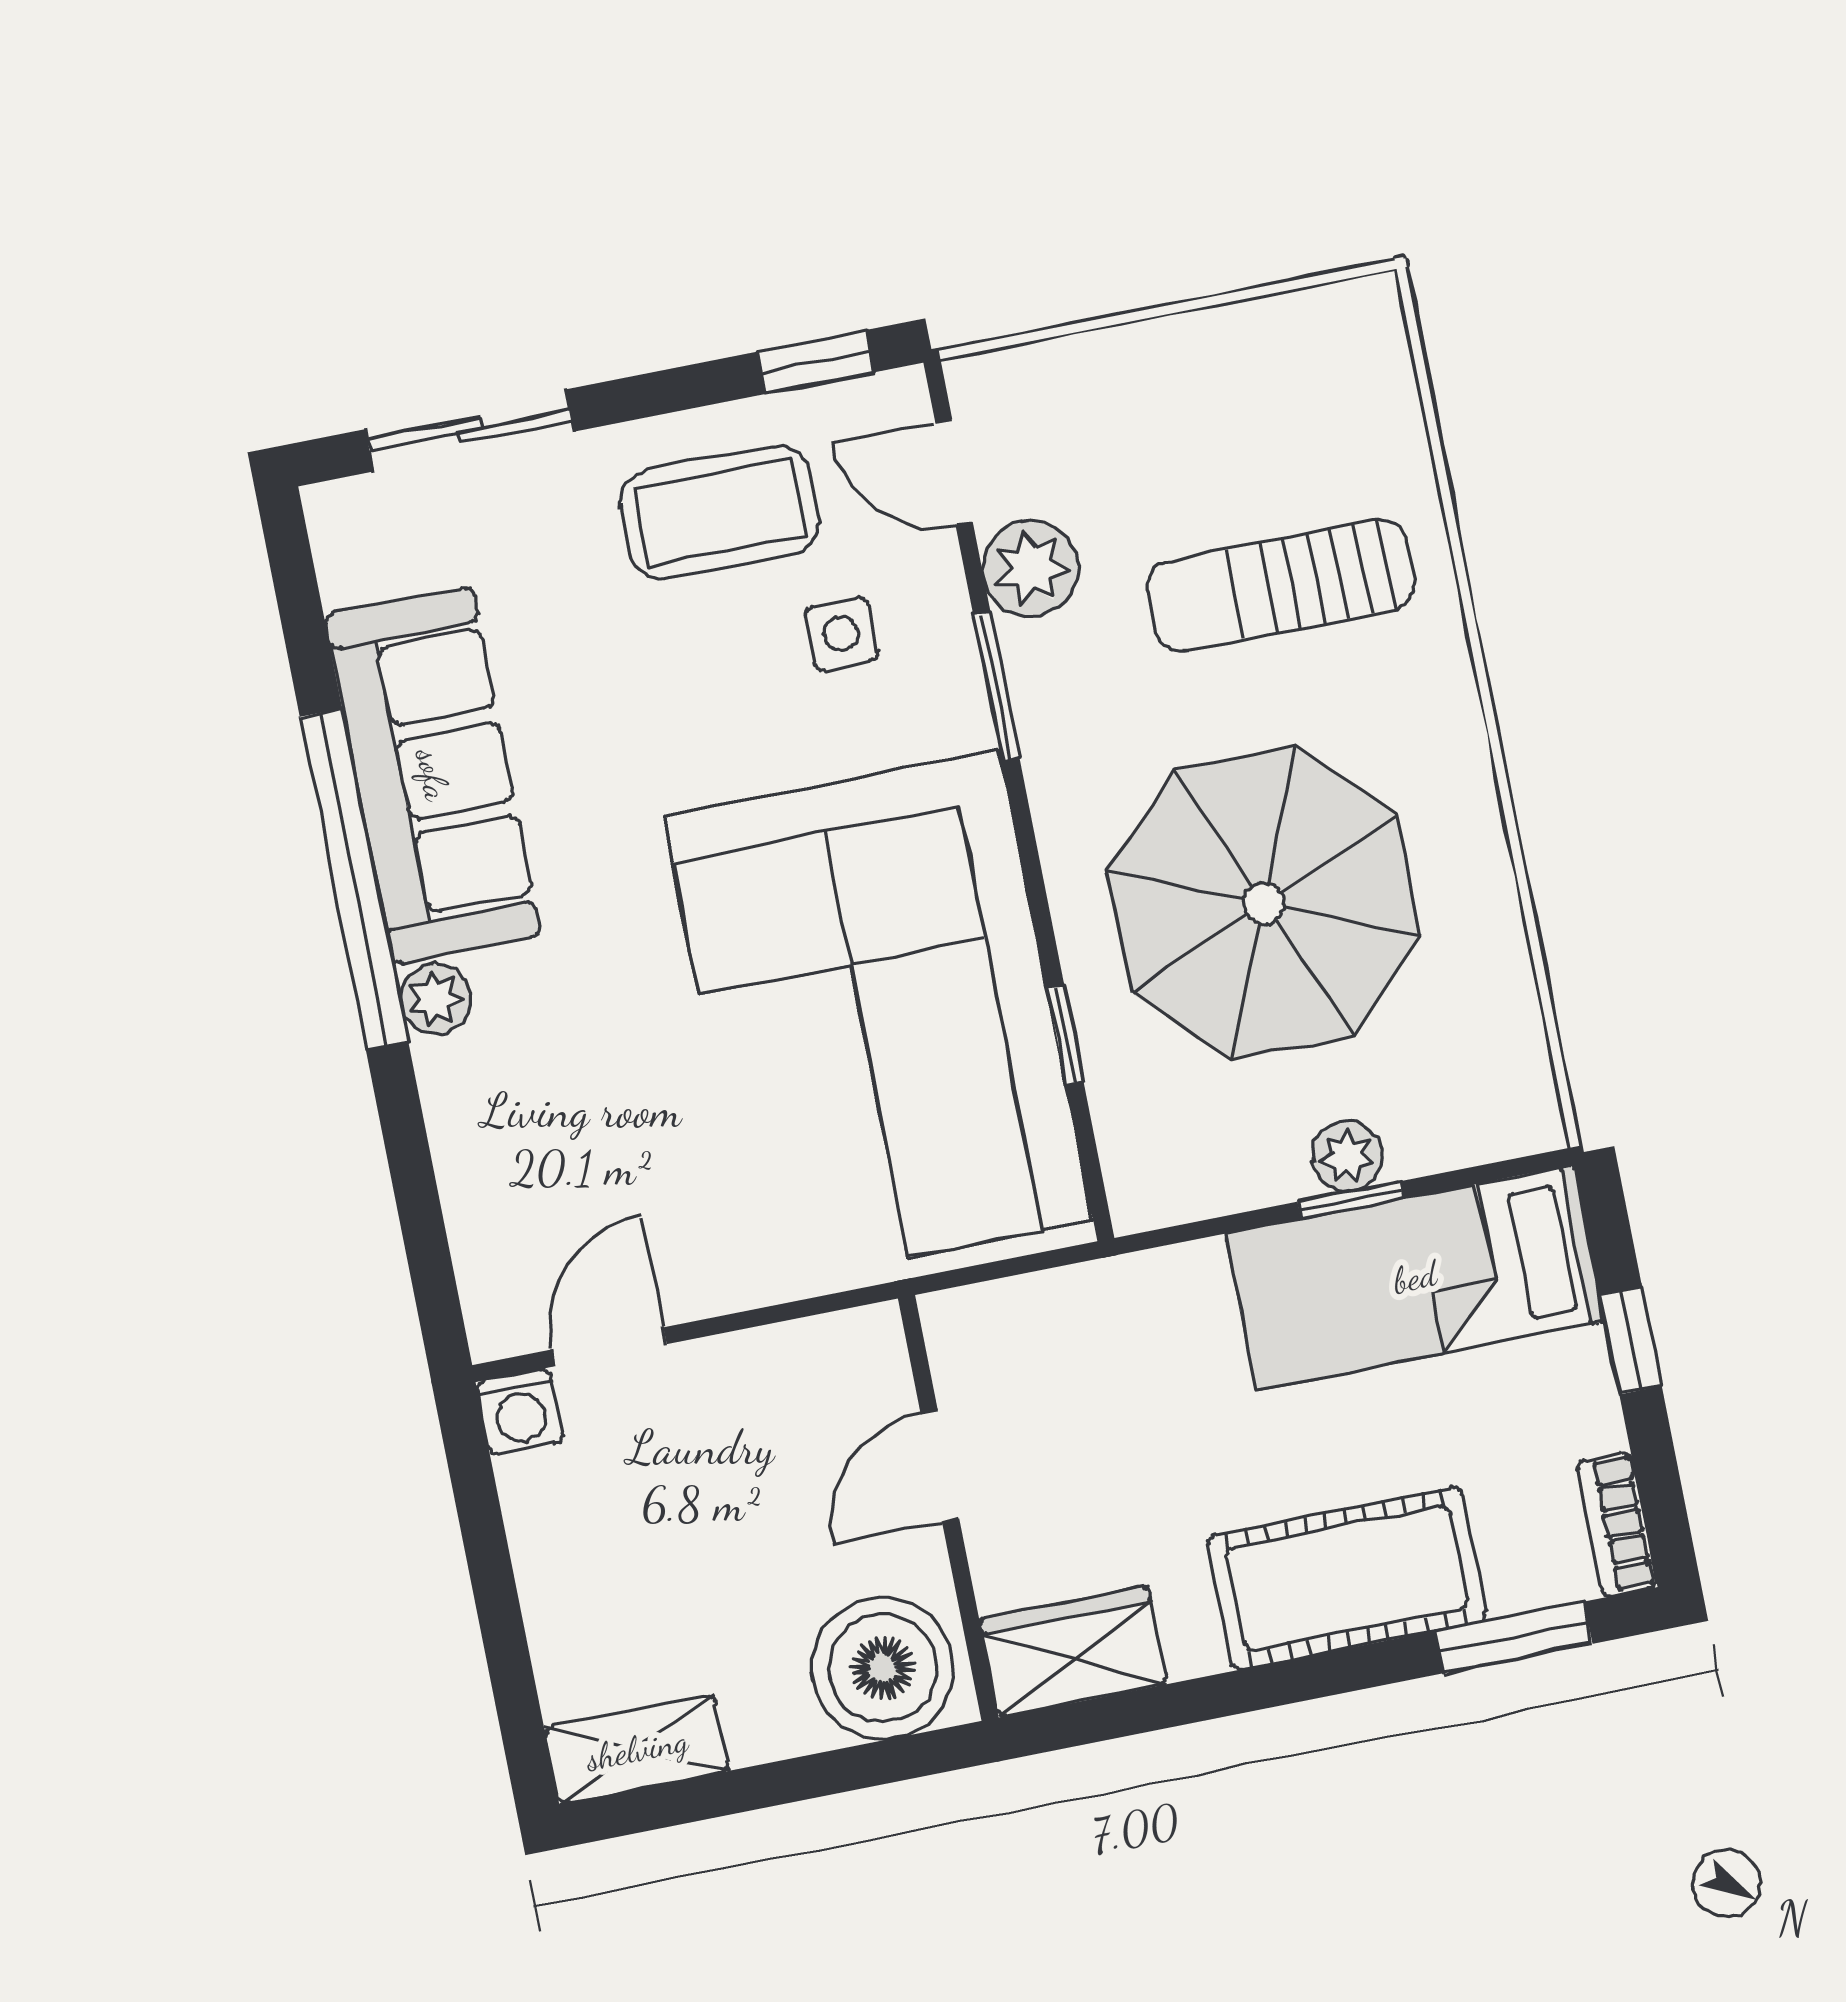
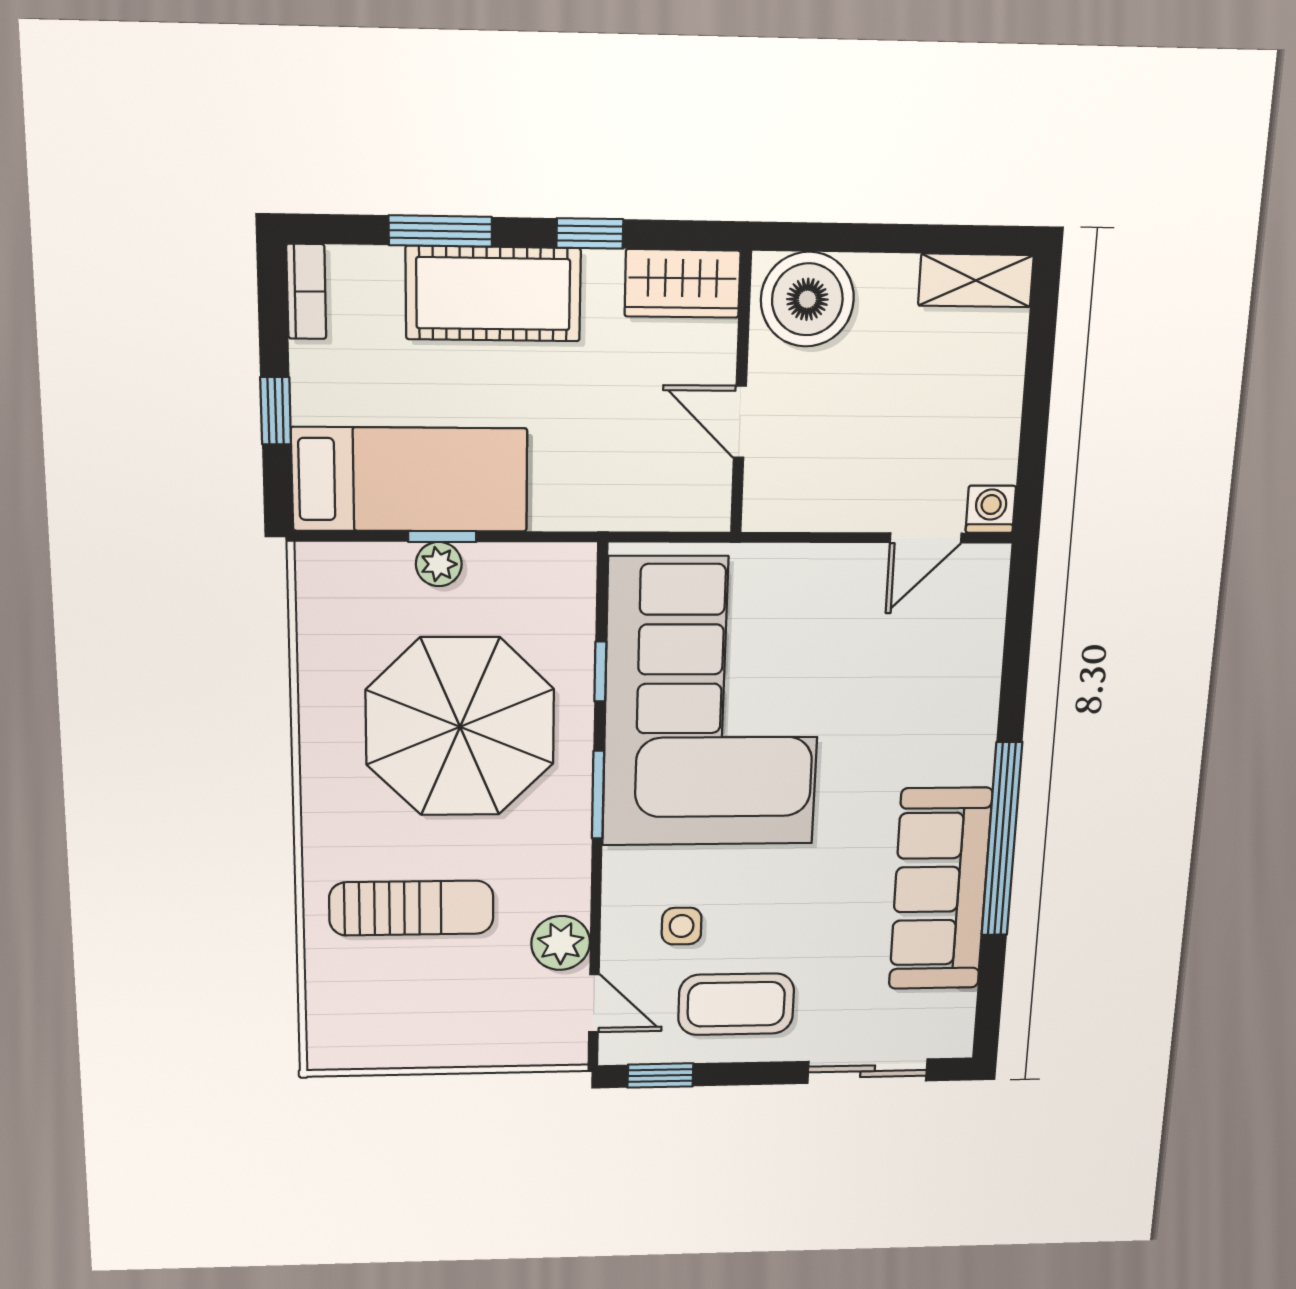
window: (996, 686) -> (598, 795), moved
plant: (436, 999) -> (974, 763), removed
door: (940, 1466) -> (740, 422), swing flipped
window: (1514, 1637) -> (440, 231), moved
window: (1225, 1695) -> (590, 233), added

